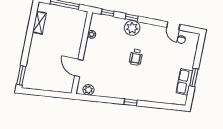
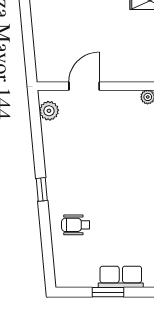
wheelchair: (136, 57) -> (76, 225), moved
row of seats: (184, 82) -> (121, 277), moved

